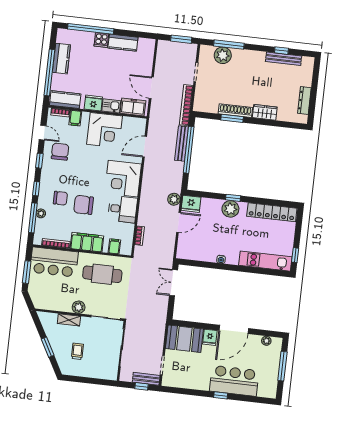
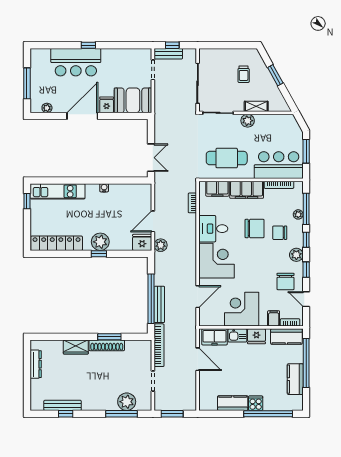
plant: (47, 176) -> (296, 255), added
filing cabinet: (114, 246) -> (217, 189), width x2.00

